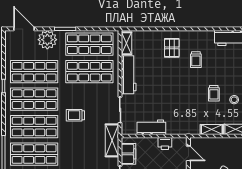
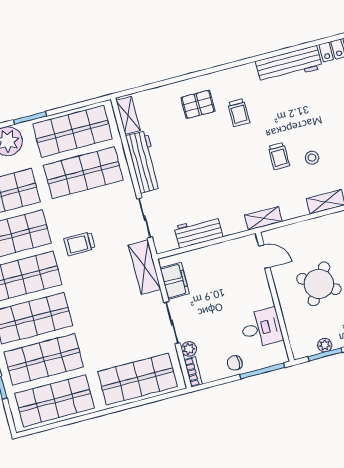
pallet: (172, 48) -> (198, 104), turned 90
shelving: (212, 130) -> (263, 218), moved
printer: (165, 144) -> (225, 251), removed

